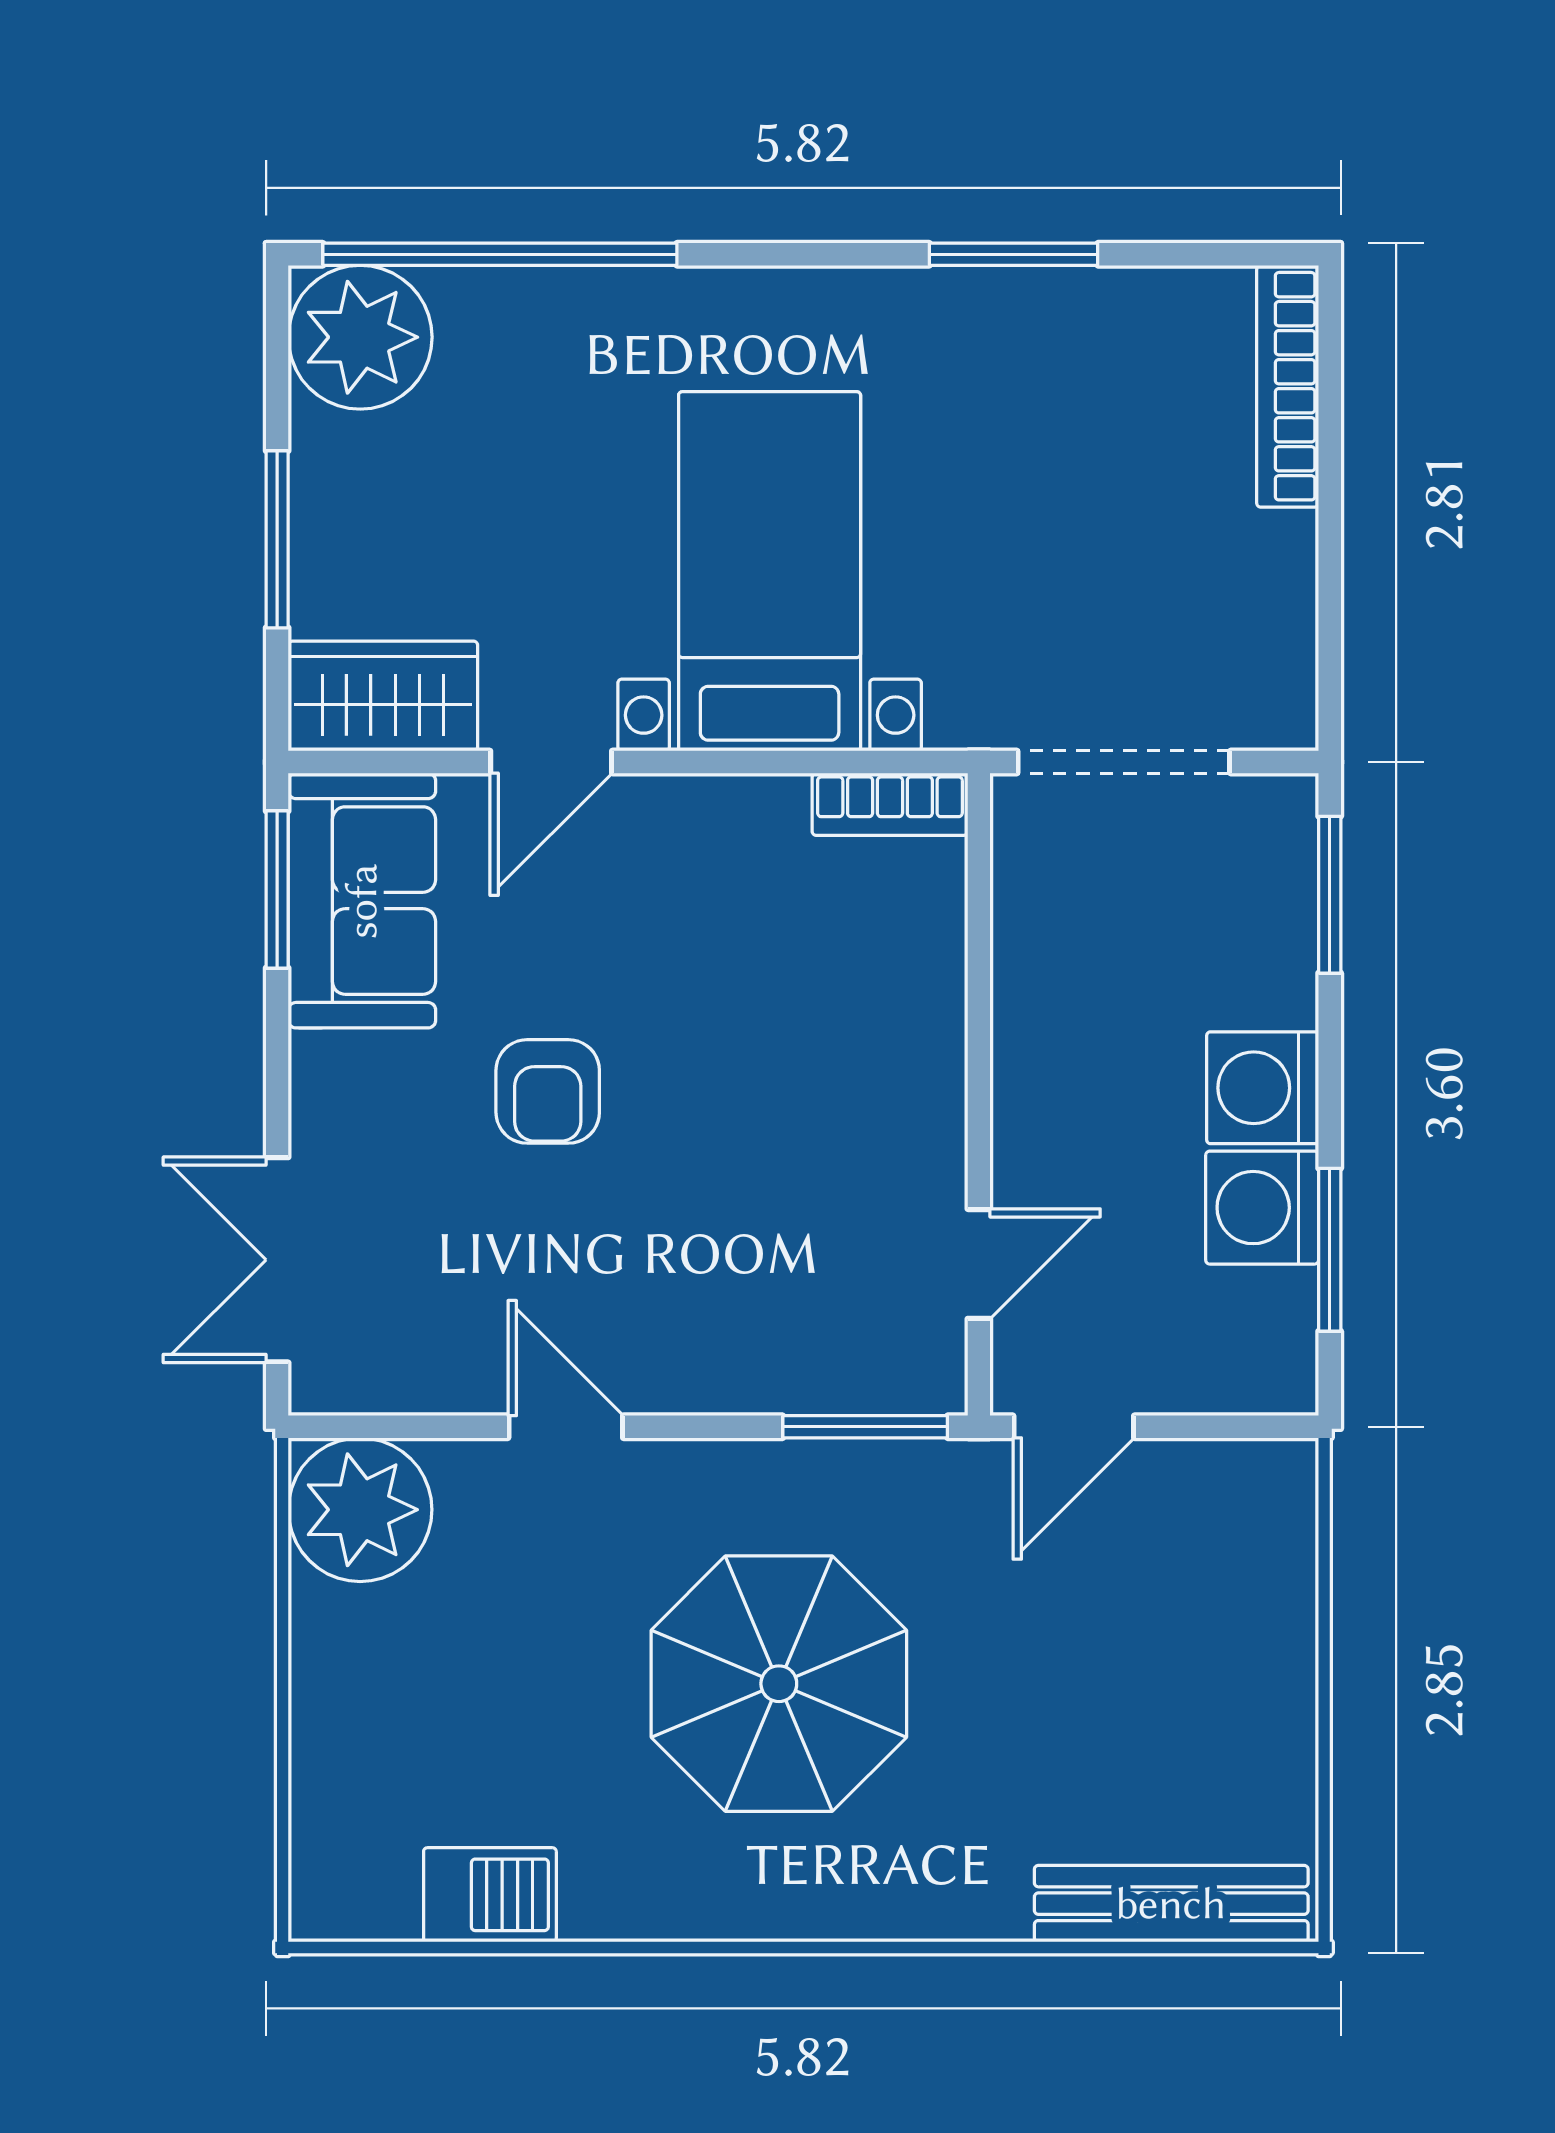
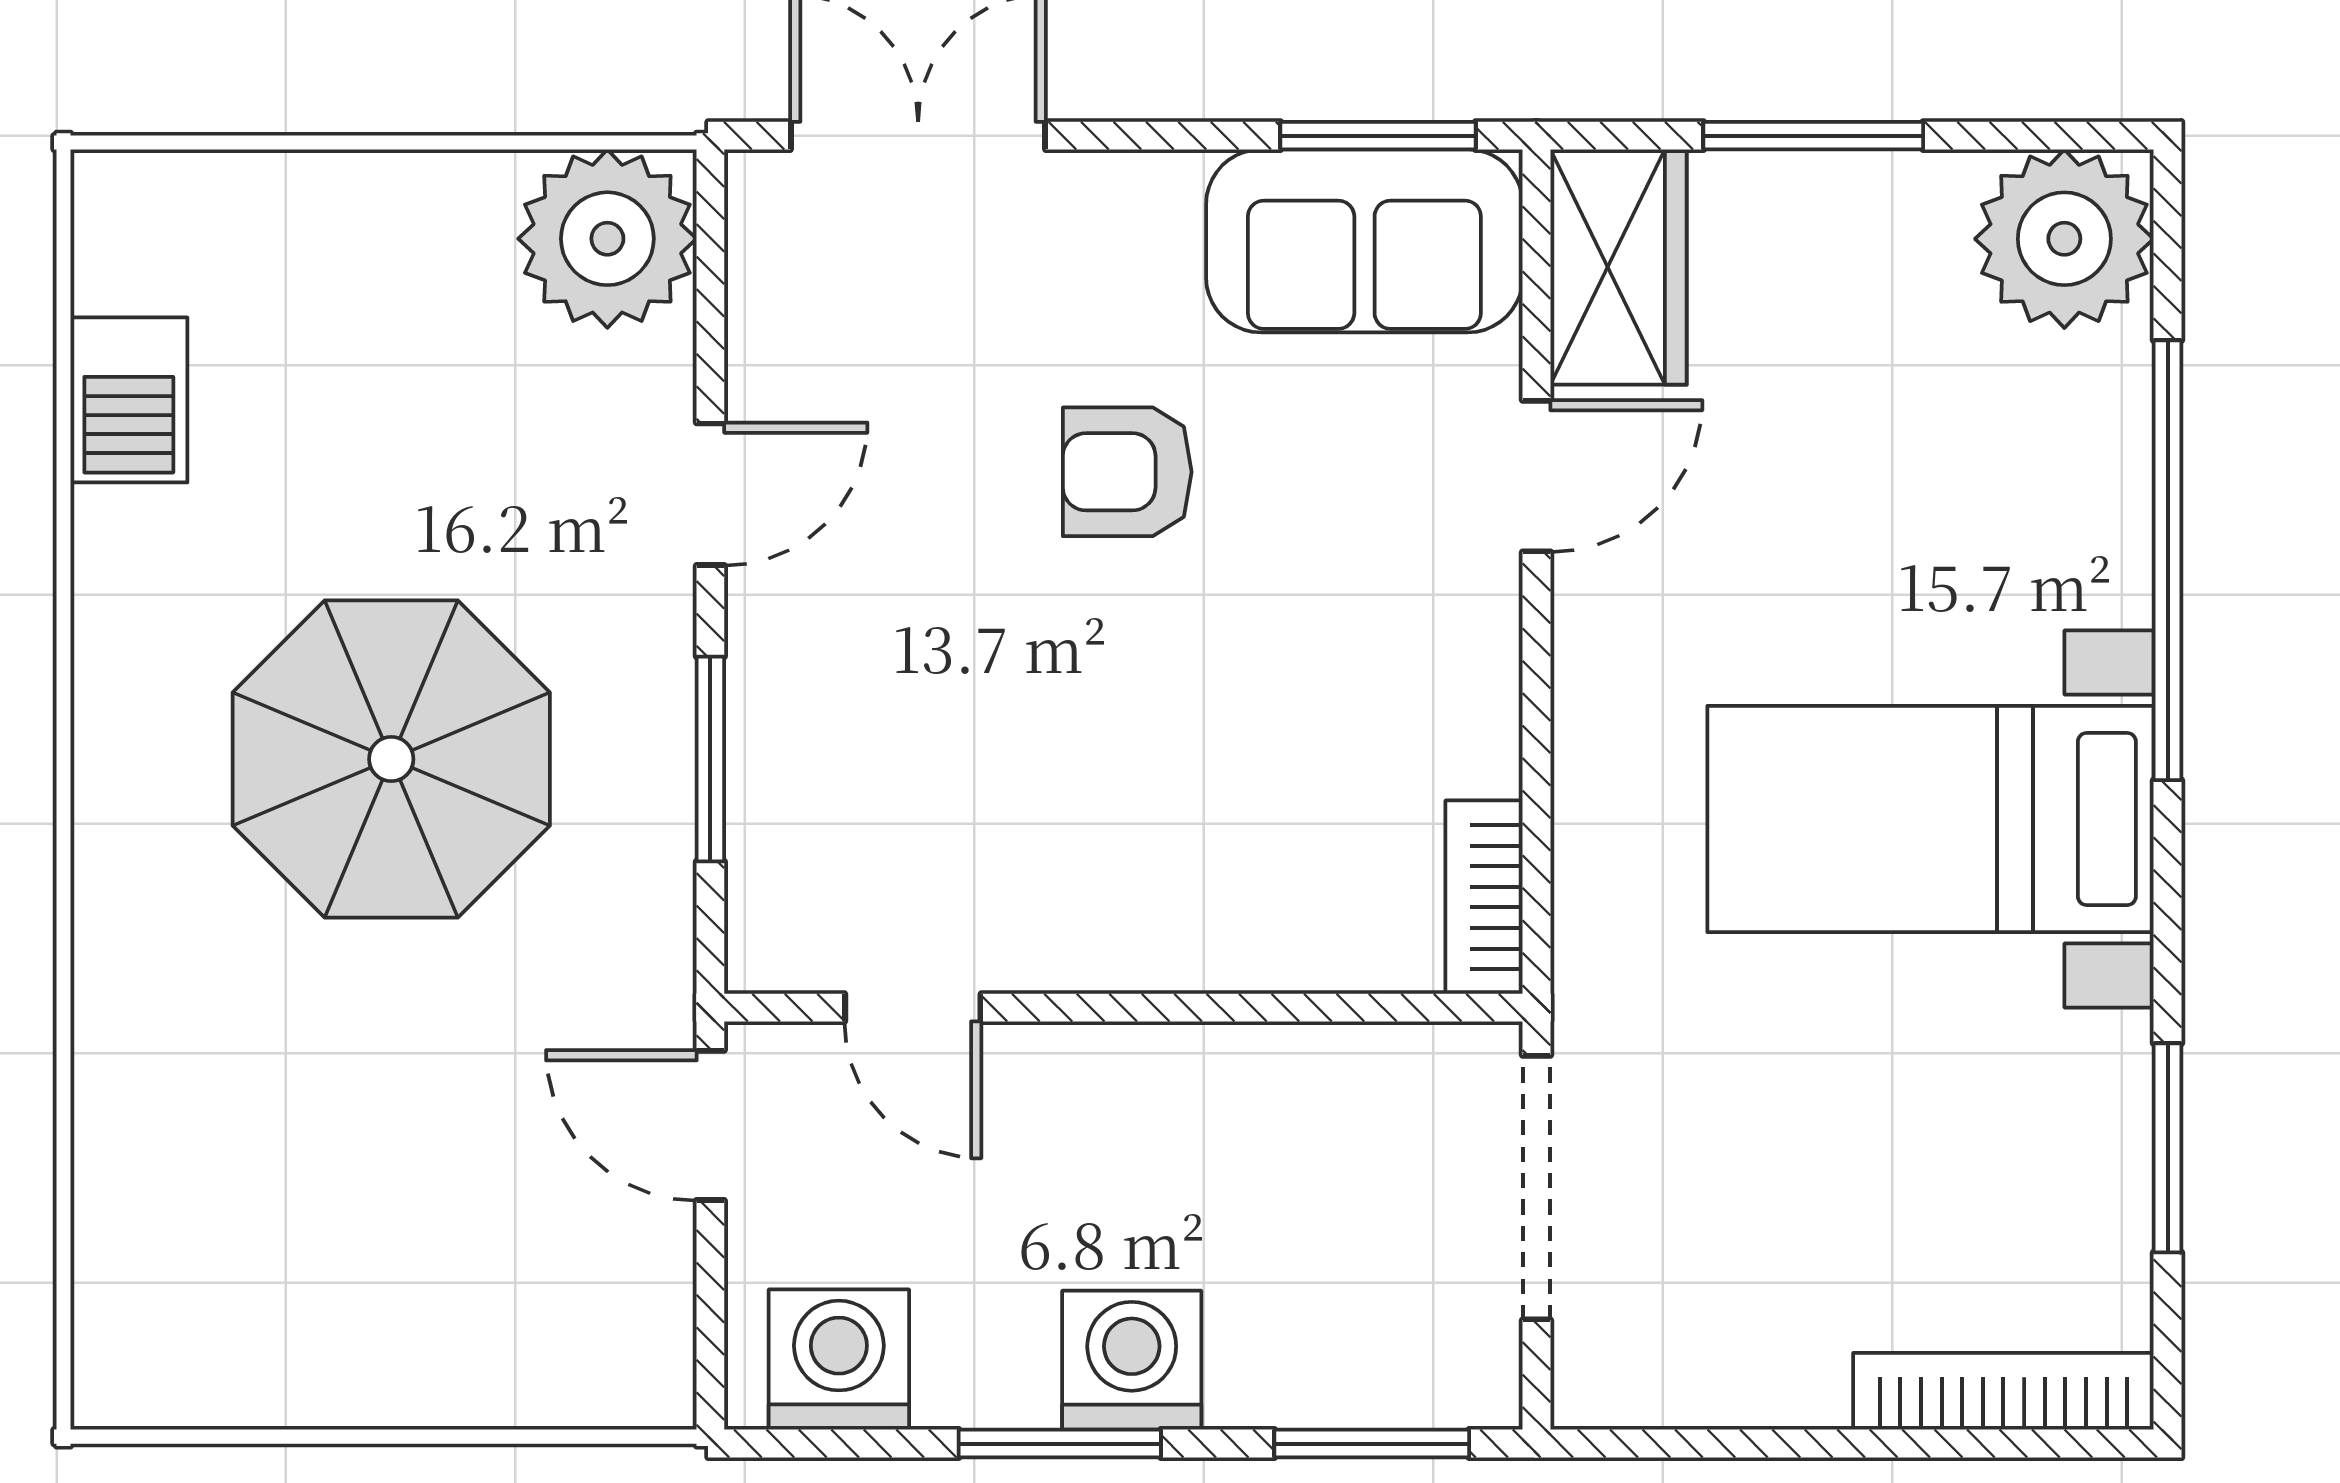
window: (500, 254) -> (2168, 560), moved
window: (1014, 254) -> (2168, 1148), moved
bed with nightstands: (770, 571) -> (1931, 819), moved, turned 180
door: (551, 762) -> (1536, 476), swing flipped
washing machine: (1262, 1208) -> (839, 1360), moved
window: (1330, 1250) -> (1060, 1444), moved
window: (865, 1427) -> (710, 759), moved
bench: (1171, 1904) -> (118, 1247), removed

